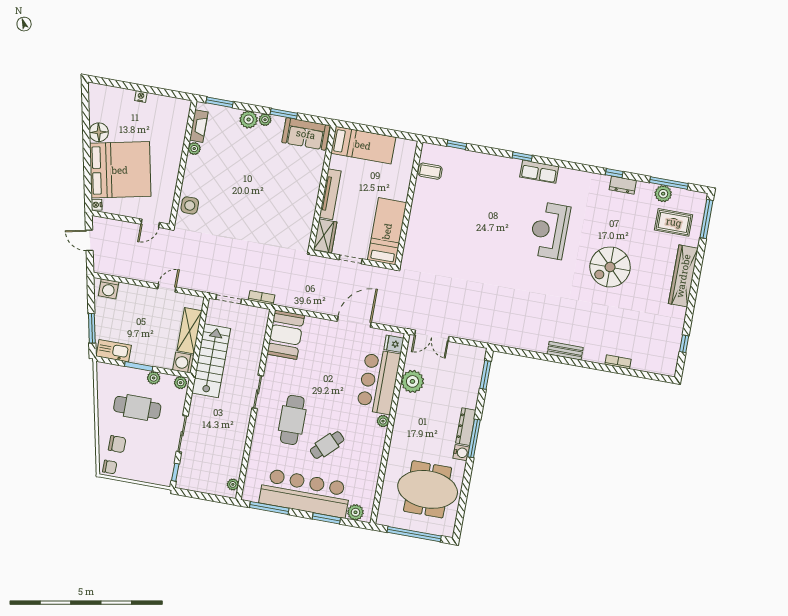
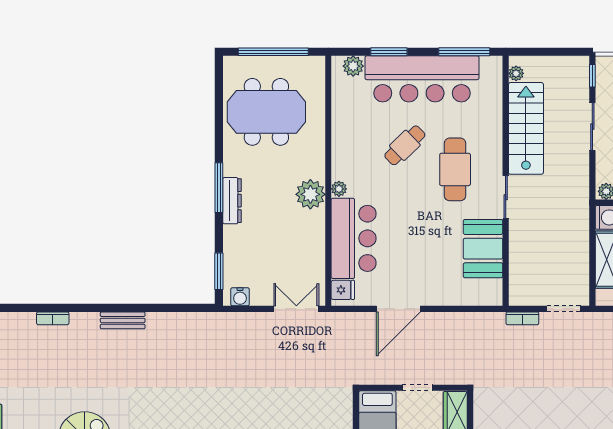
booth: (286, 335) -> (483, 249), moved
stairs: (211, 361) -> (526, 128), moved, turned 180
plant: (412, 381) -> (310, 194), moved
water cooler: (461, 453) -> (240, 297), moved, turned -90

